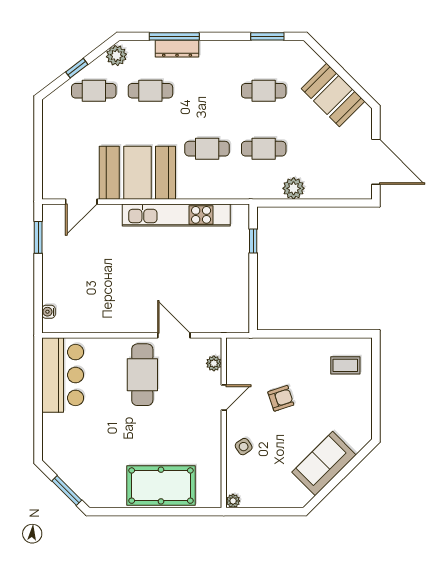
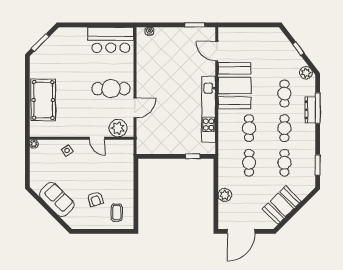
cafe table: (94, 91) -> (284, 128), moved
plant: (294, 188) -> (225, 195), moved
plant: (214, 363) -> (118, 128), width x1.88, depth x1.88
armchair: (281, 398) -> (95, 199), moved

